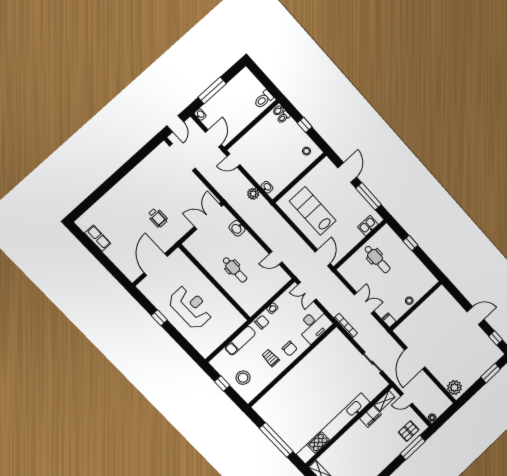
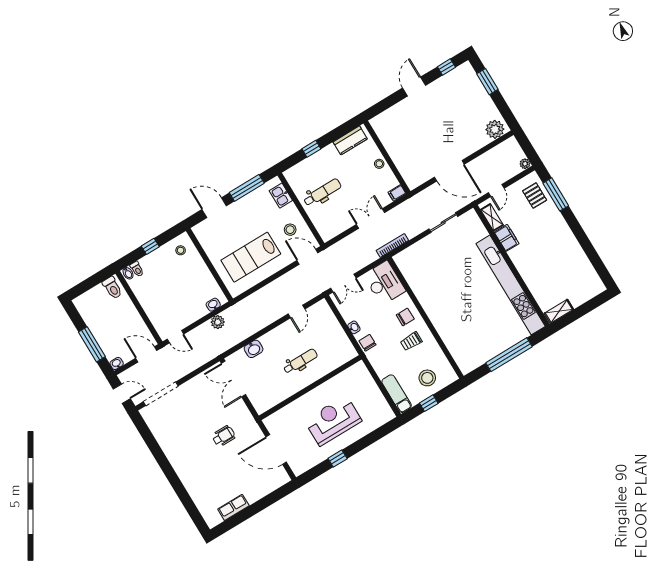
door: (234, 160) -> (175, 337), hinge flipped
stool: (342, 239) -> (290, 230), added
kitchen counter: (423, 273) -> (350, 140), added
exam couch: (240, 341) -> (397, 394), moved

